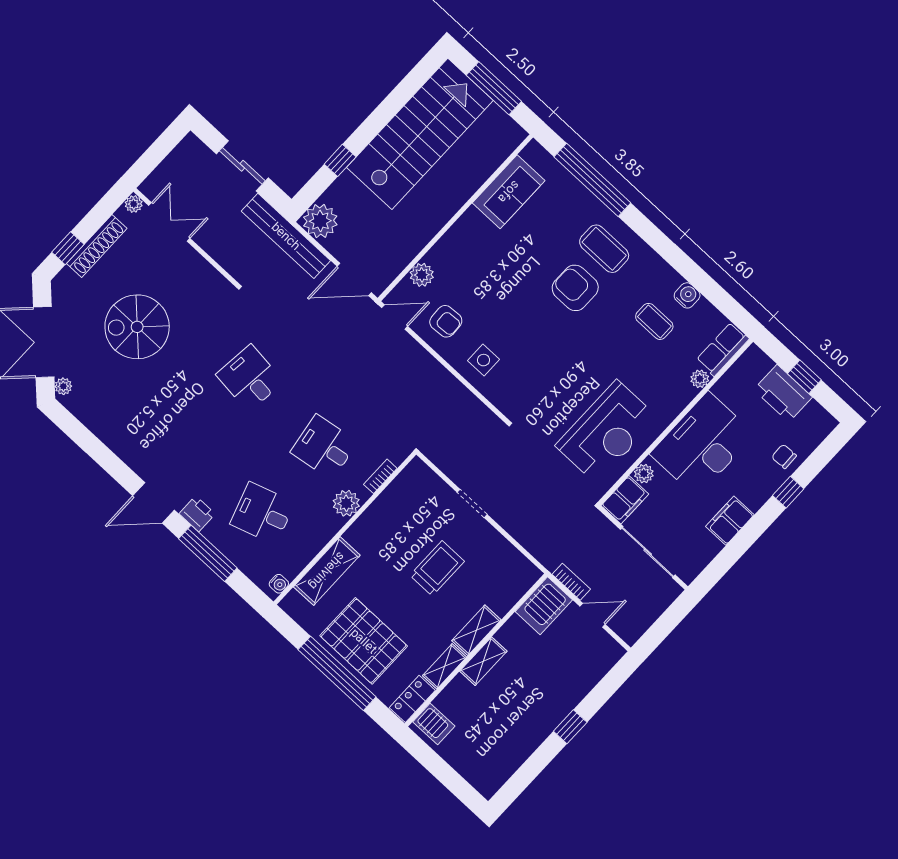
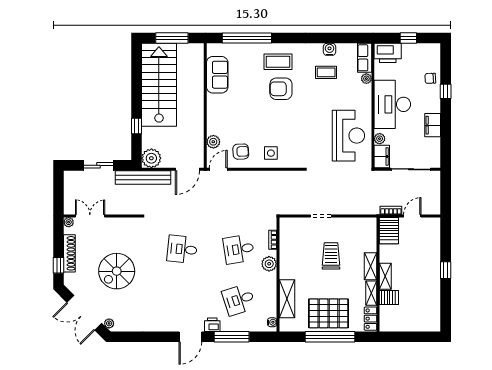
printer: (783, 393) -> (388, 53), moved
server rack: (434, 724) -> (389, 297), moved

